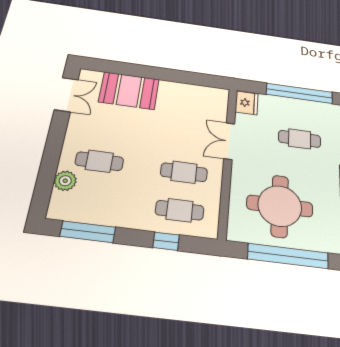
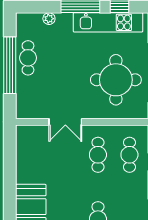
fridge: (247, 103) -> (27, 110), removed
cafe table: (300, 139) -> (28, 58), moved

